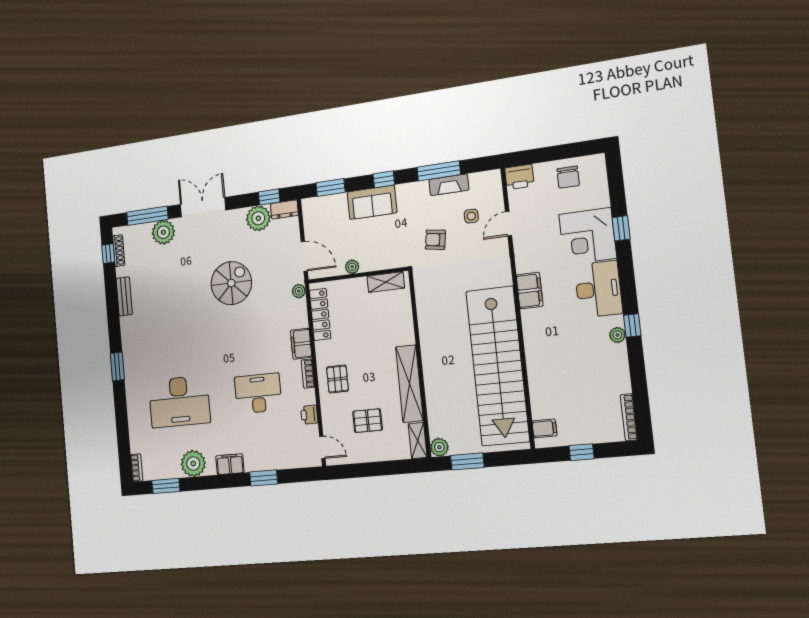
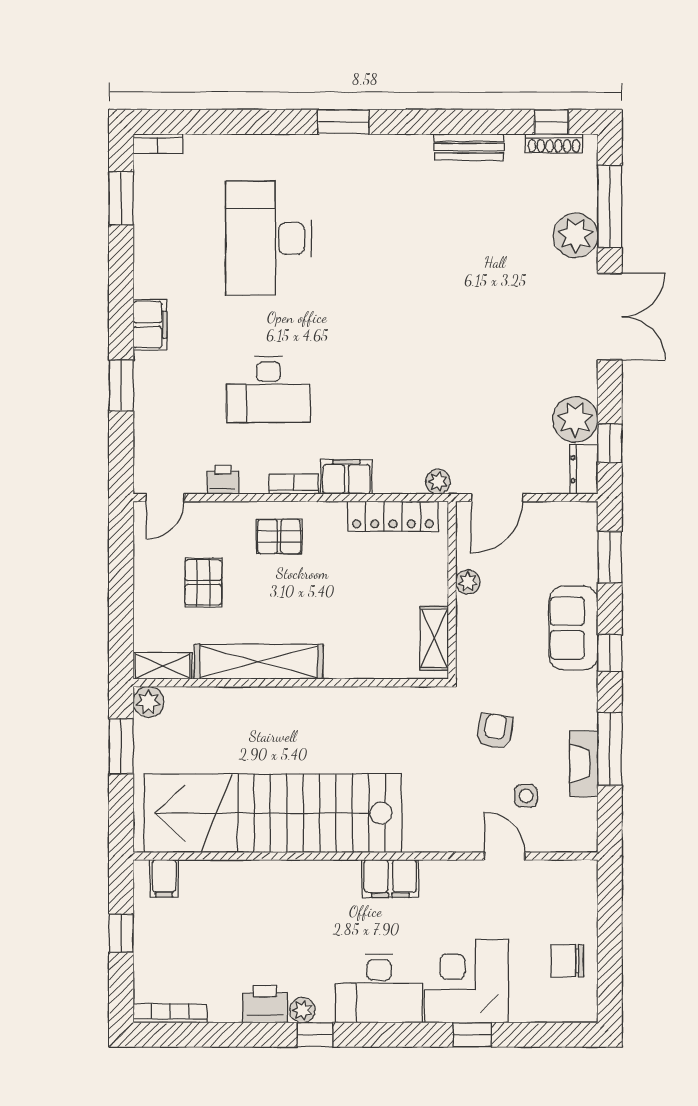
printer: (519, 177) -> (265, 1004), moved, turned 90
spiral stairs: (231, 283) -> (467, 358), removed
desk: (258, 393) -> (268, 389), turned 90
plant: (193, 463) -> (157, 255), removed

